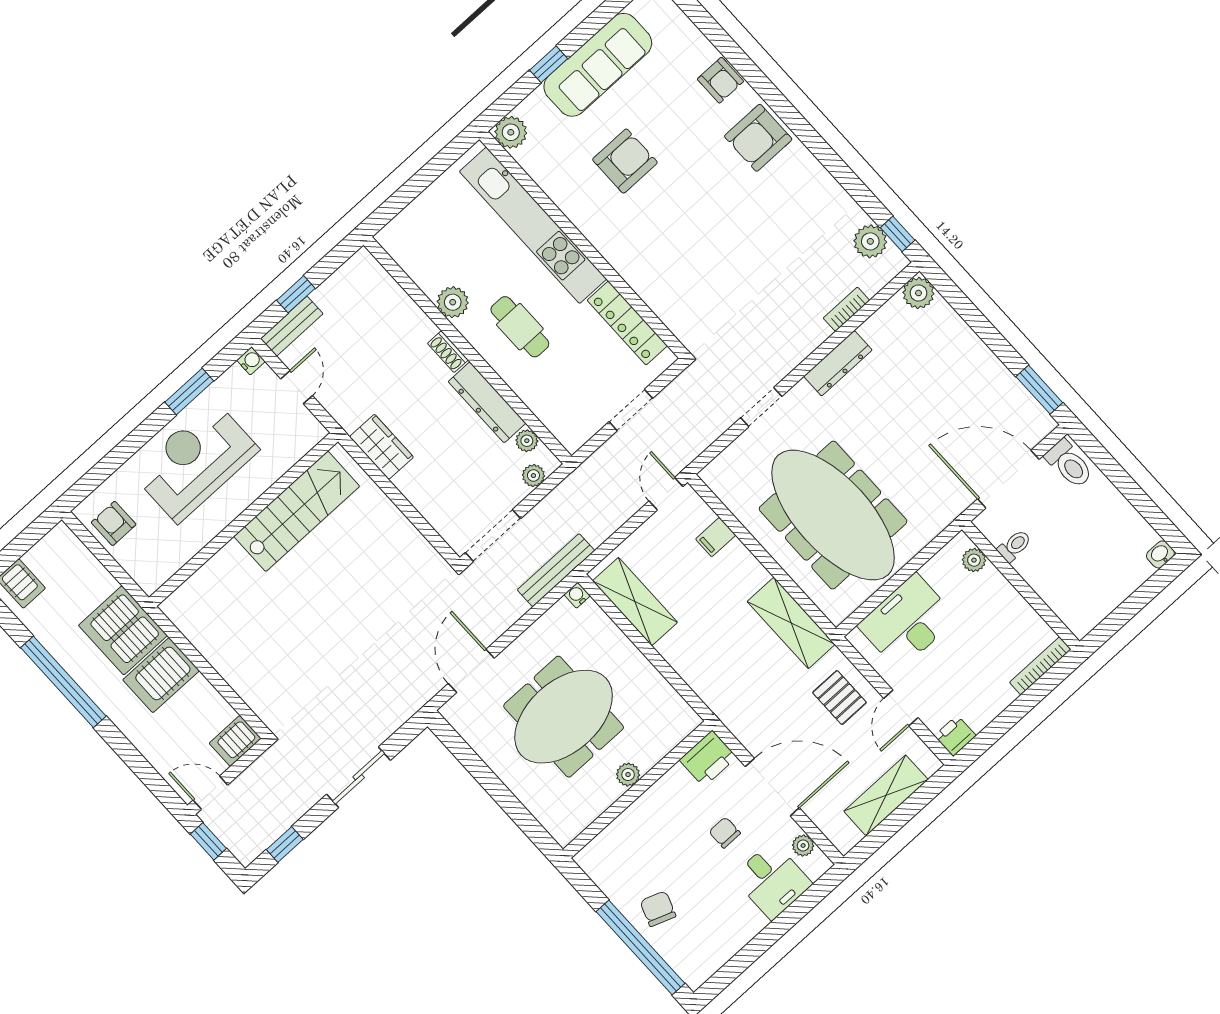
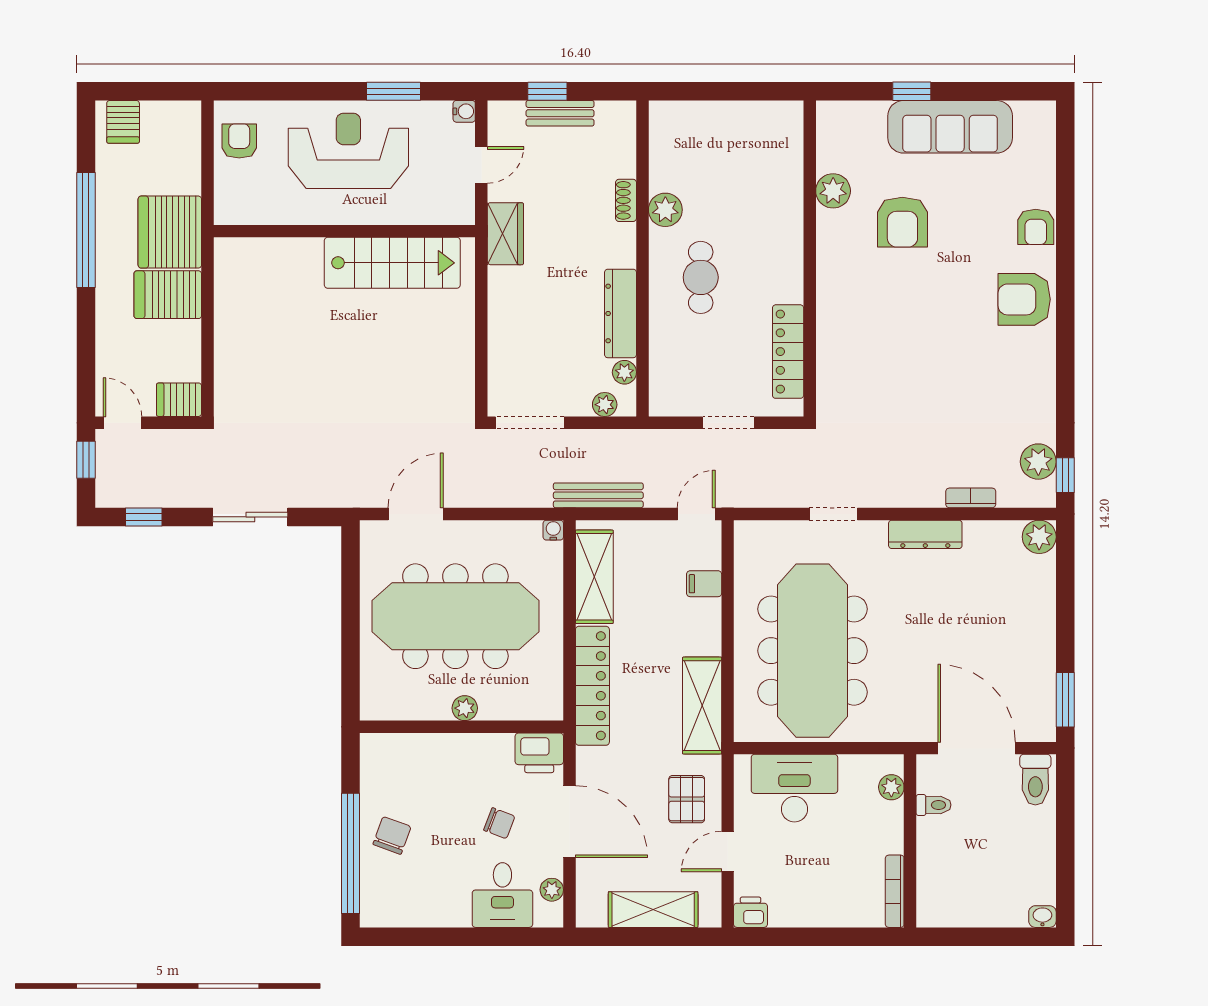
plant: (511, 132) -> (833, 191), moved
armchair: (625, 161) -> (902, 222), turned 90
kitchen unit: (533, 225) -> (784, 207), removed
bench: (292, 326) -> (560, 113), moved
shoe rack: (448, 352) -> (626, 200), moved
wardrobe: (381, 447) -> (505, 234), moved
bench: (556, 570) -> (598, 495), moved
bookcase: (1040, 666) -> (895, 891), moved, turned -90
locker: (703, 678) -> (592, 686), added
meeting table: (564, 717) -> (455, 616), width x1.36
chair: (725, 833) -> (499, 823), turned 111

